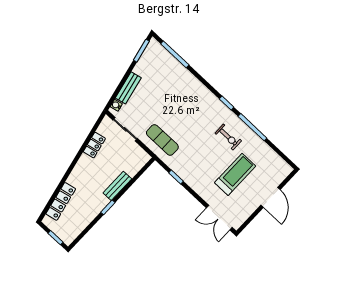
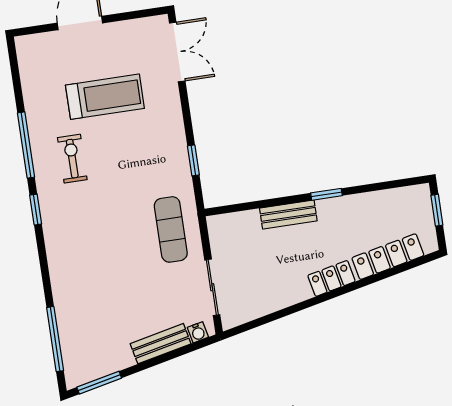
locker: (94, 145) -> (331, 278), moved
treadmill: (235, 174) -> (105, 97), turned 180

